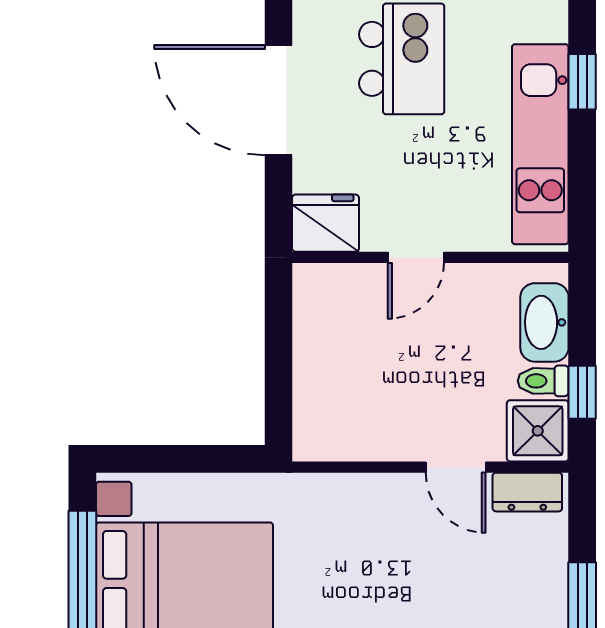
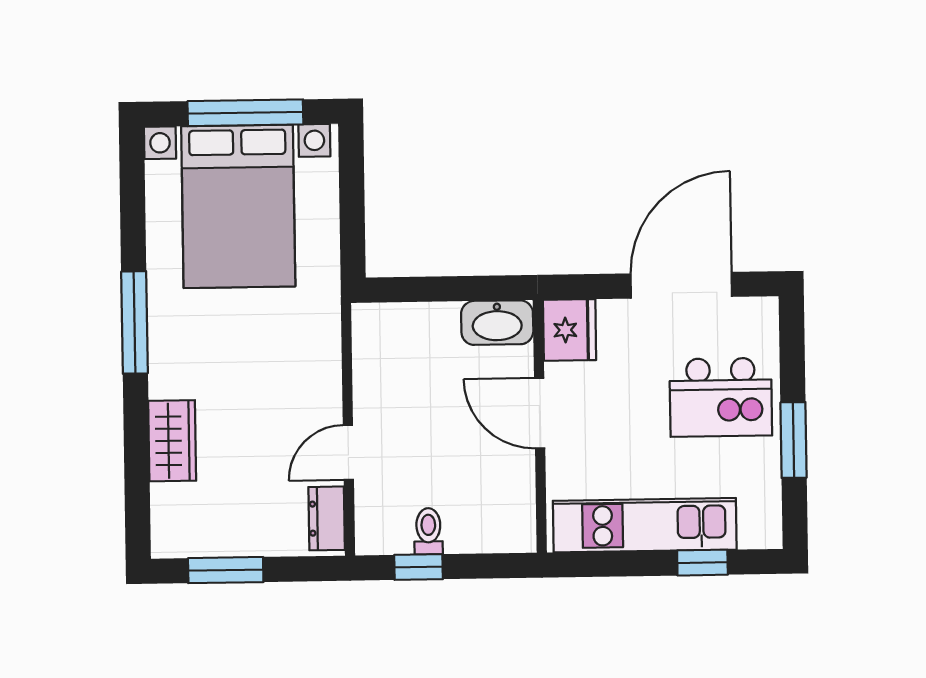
door: (416, 257) -> (540, 413), width x1.38
washbasin: (544, 322) -> (497, 323), moved, turned 180
shower: (538, 431) -> (383, 527), removed

